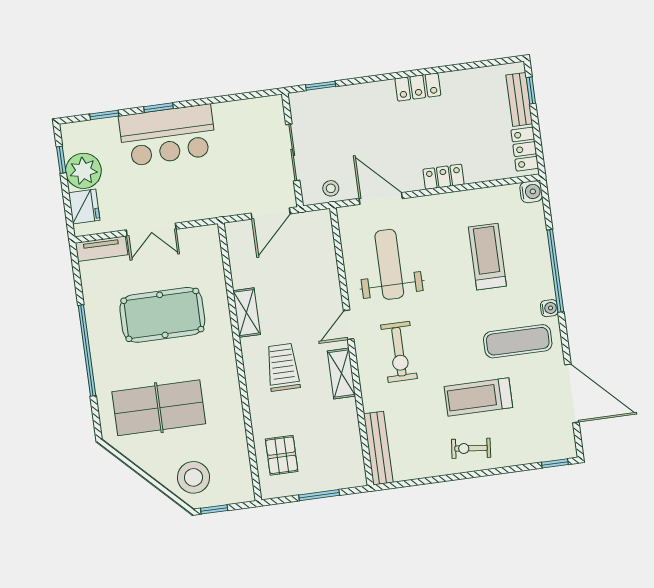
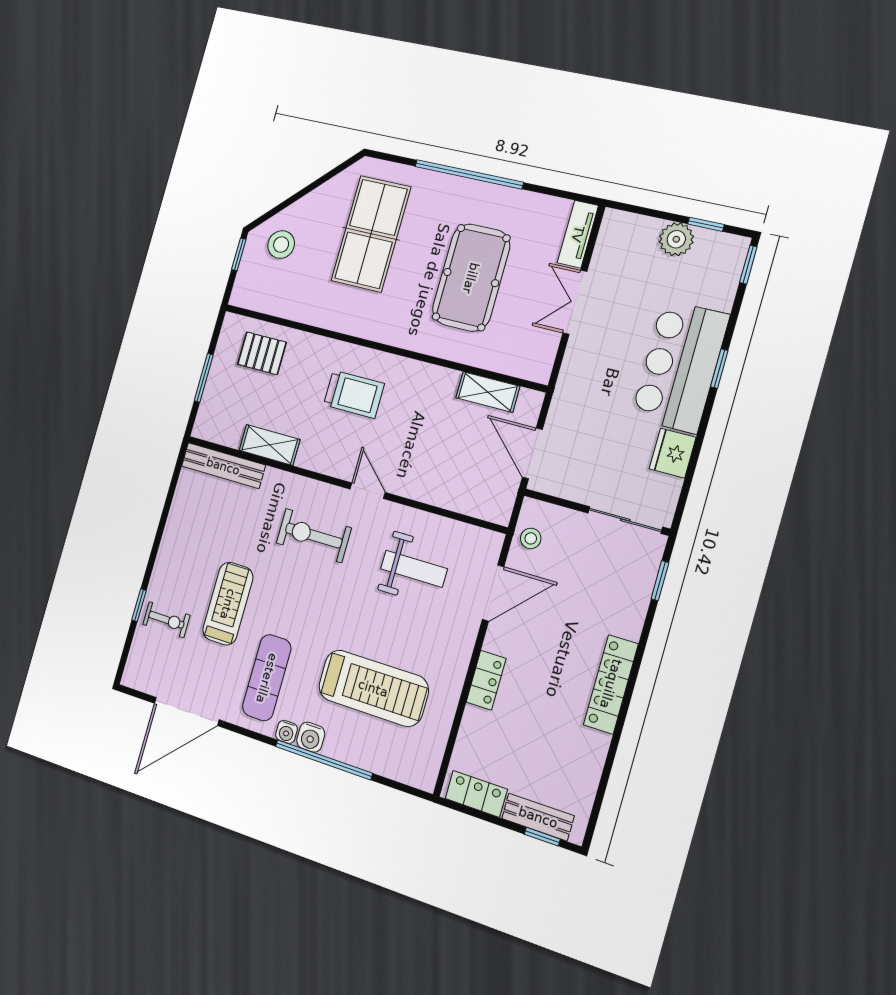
locker: (418, 87) -> (611, 684), width x1.53
window: (104, 115) -> (748, 265), moved
sliding door: (293, 152) -> (625, 520), moved
plant: (83, 171) -> (676, 239), width x0.73, depth x0.73
water cooler: (531, 192) -> (311, 737), moved
fridge: (84, 207) -> (673, 453), moved, turned 90
treadmill: (487, 257) -> (373, 688), width x1.37, depth x1.38
weight bench: (389, 264) -> (414, 569), width x0.73, depth x0.75
shelving: (247, 313) -> (488, 392), moved
shelving: (341, 374) -> (270, 445), moved
exercise bike: (471, 448) -> (166, 620), moved, turned 84
window: (555, 463) -> (139, 605), moved
stool: (194, 477) -> (281, 245), width x0.73, depth x0.73

